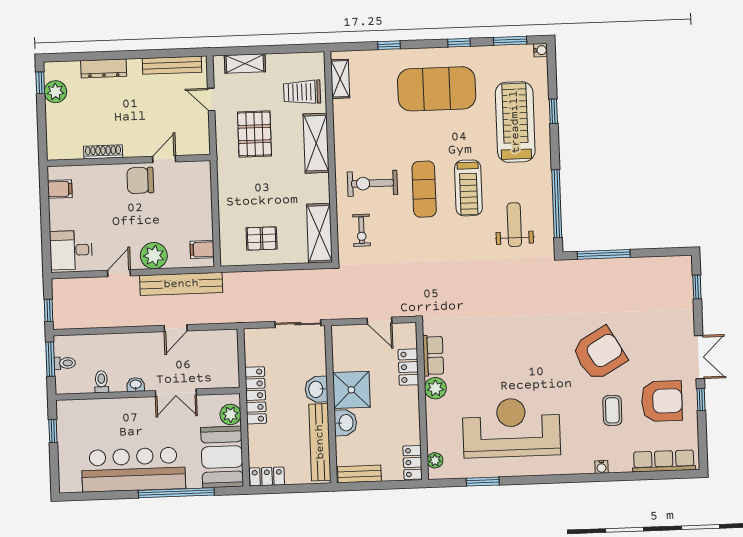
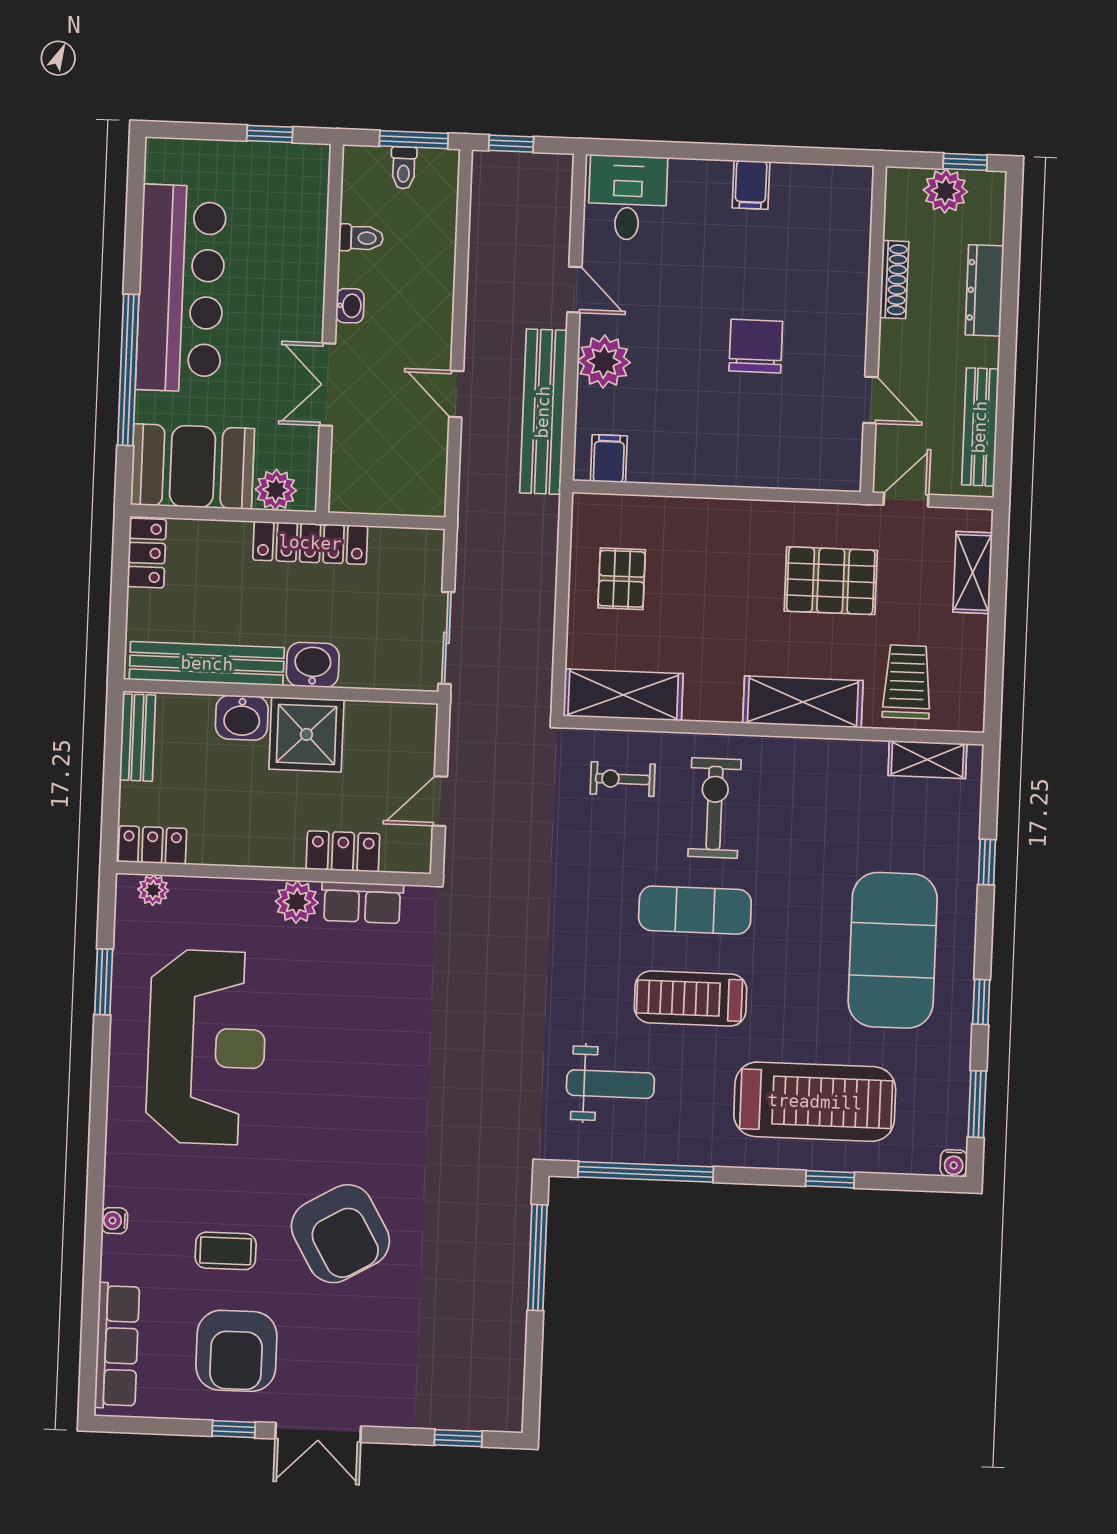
shoe rack: (103, 152) -> (894, 280), moved
door: (164, 159) -> (870, 400), moved
wall: (129, 160) -> (873, 329), moved

